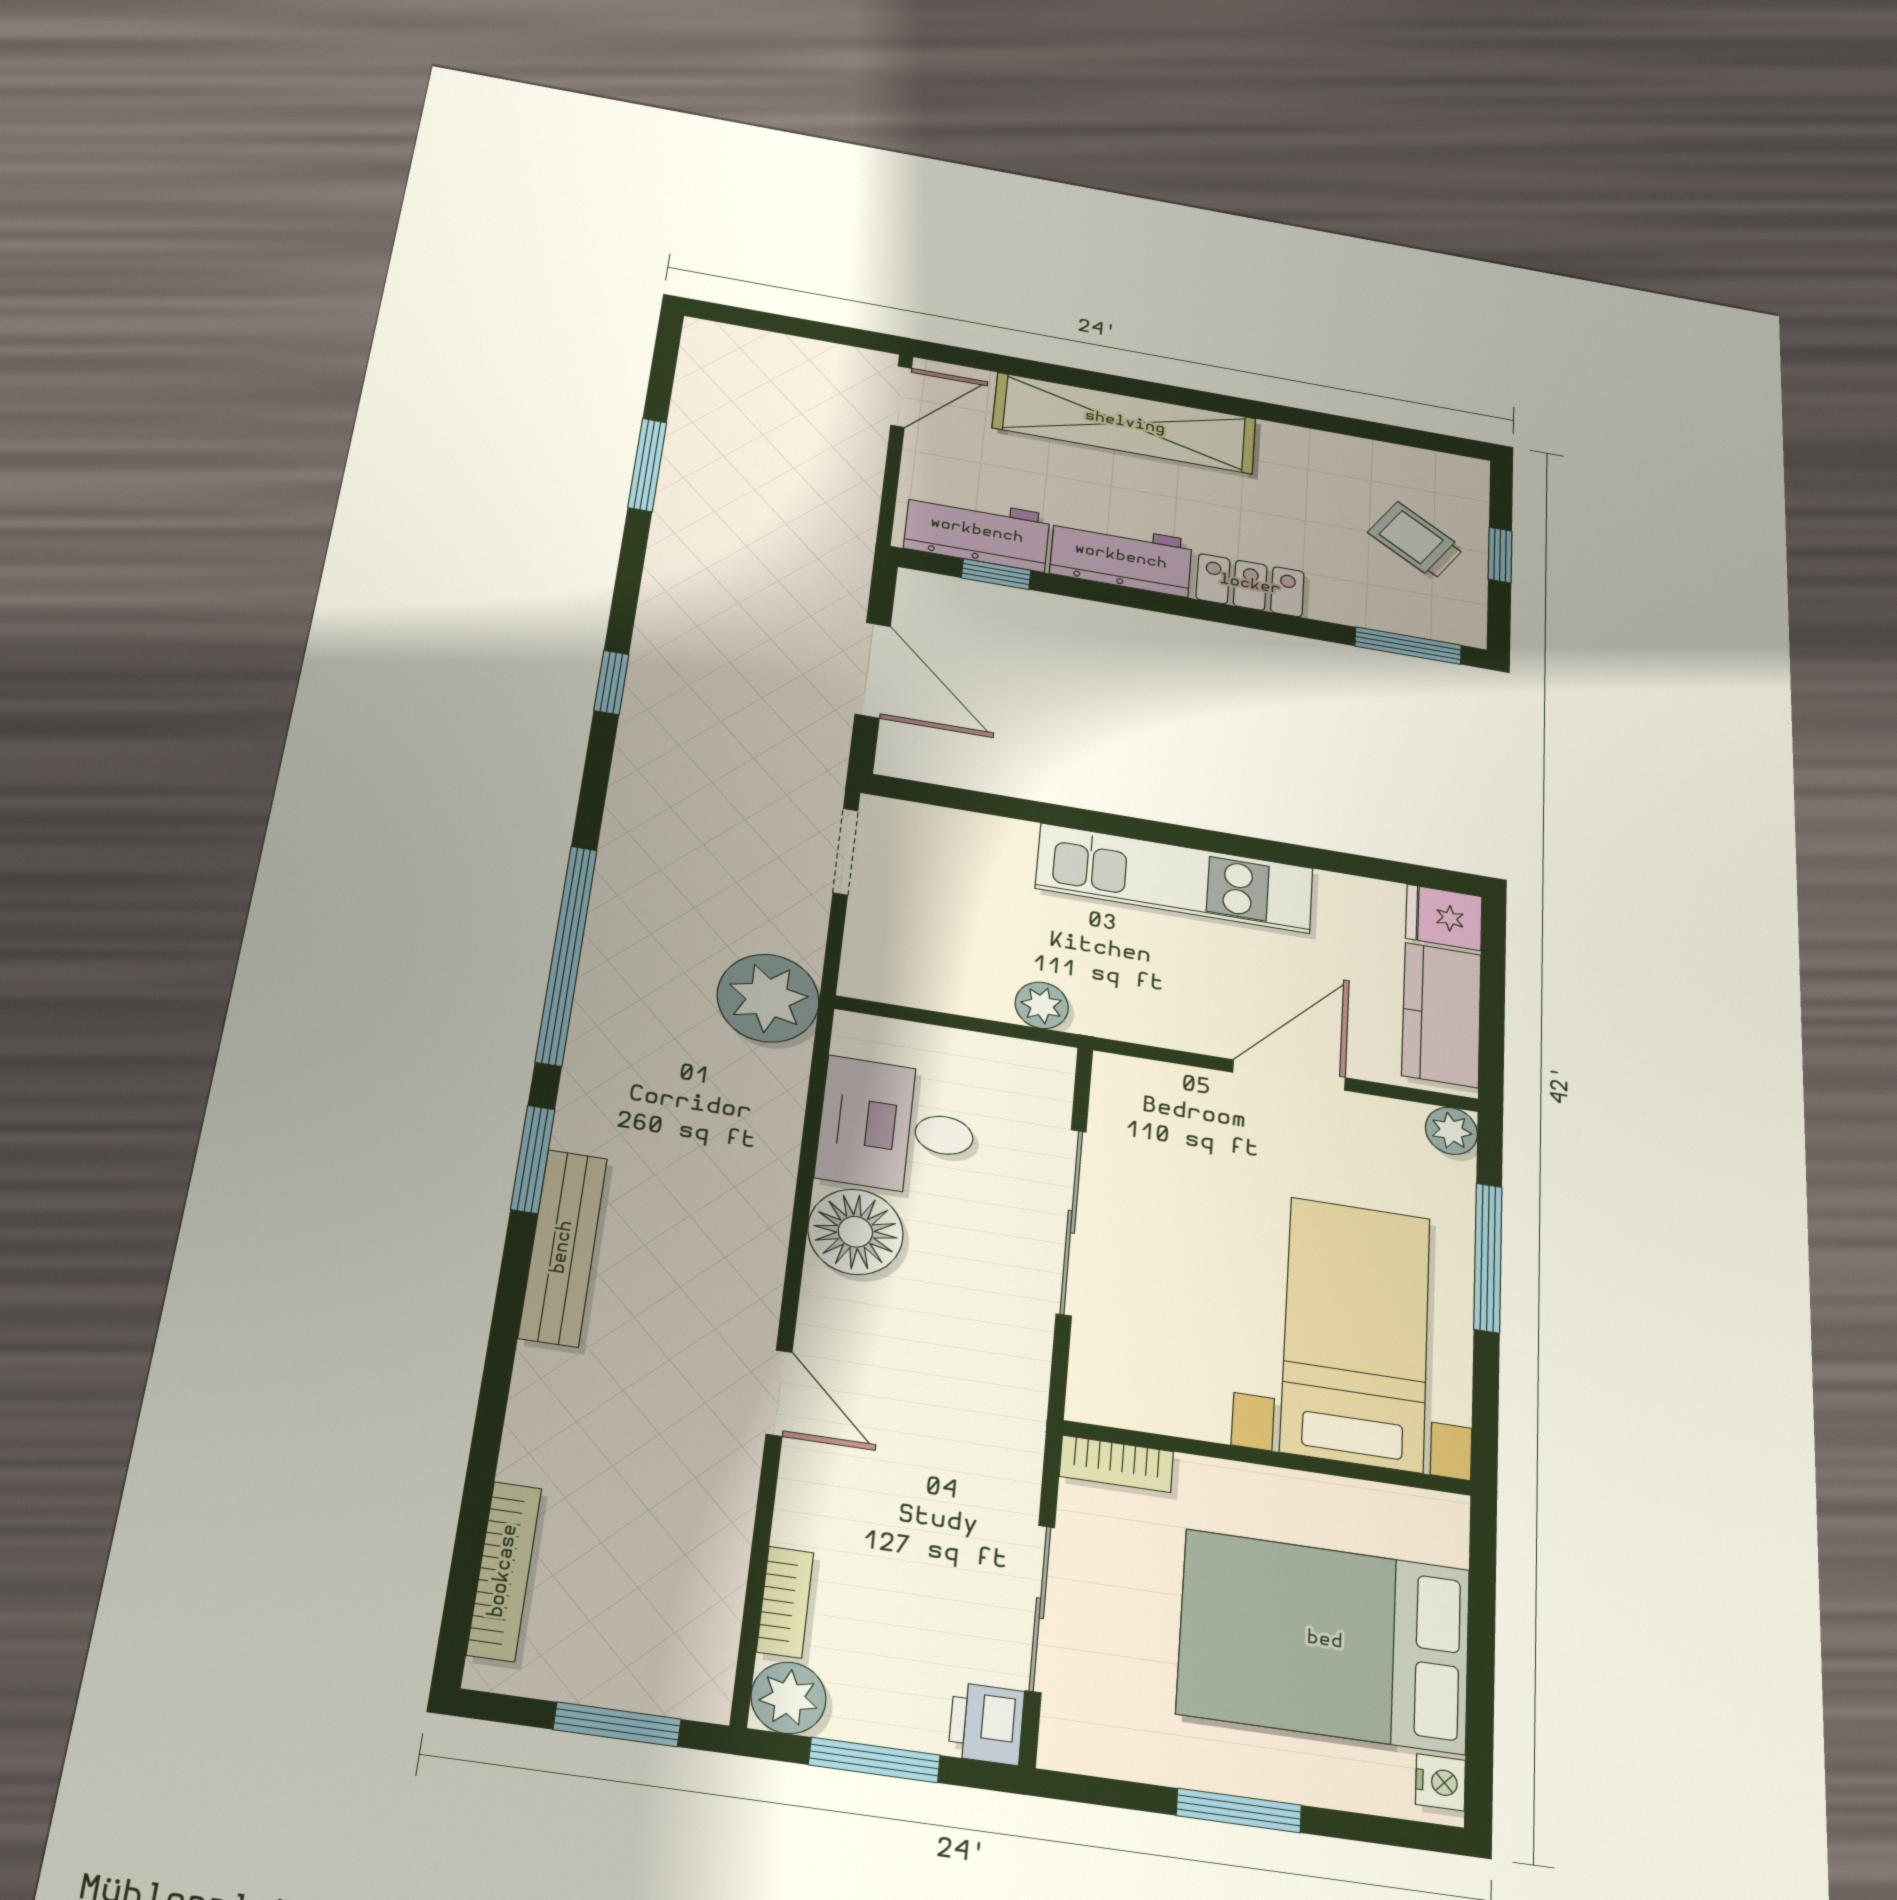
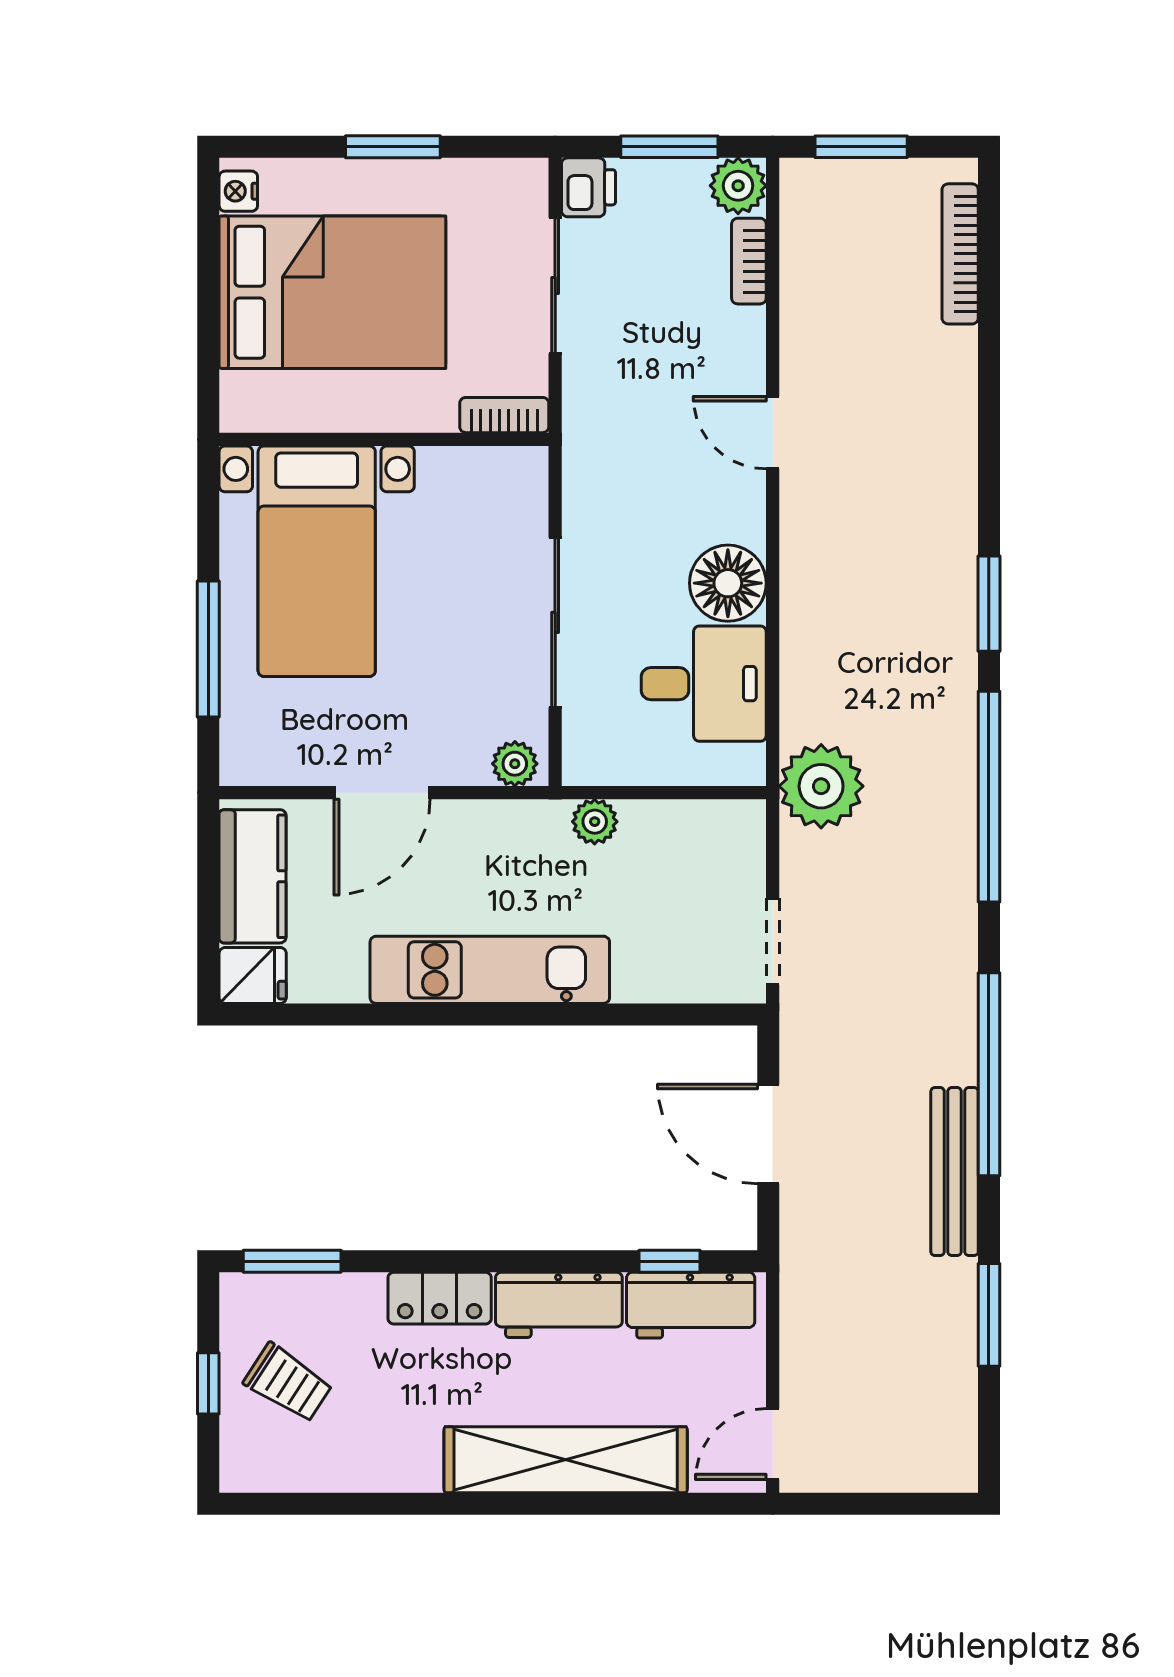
window: (611, 682) -> (989, 1074), width x3.17
plant: (1451, 1131) -> (515, 764), moved
bench: (563, 1247) -> (955, 1172), moved

